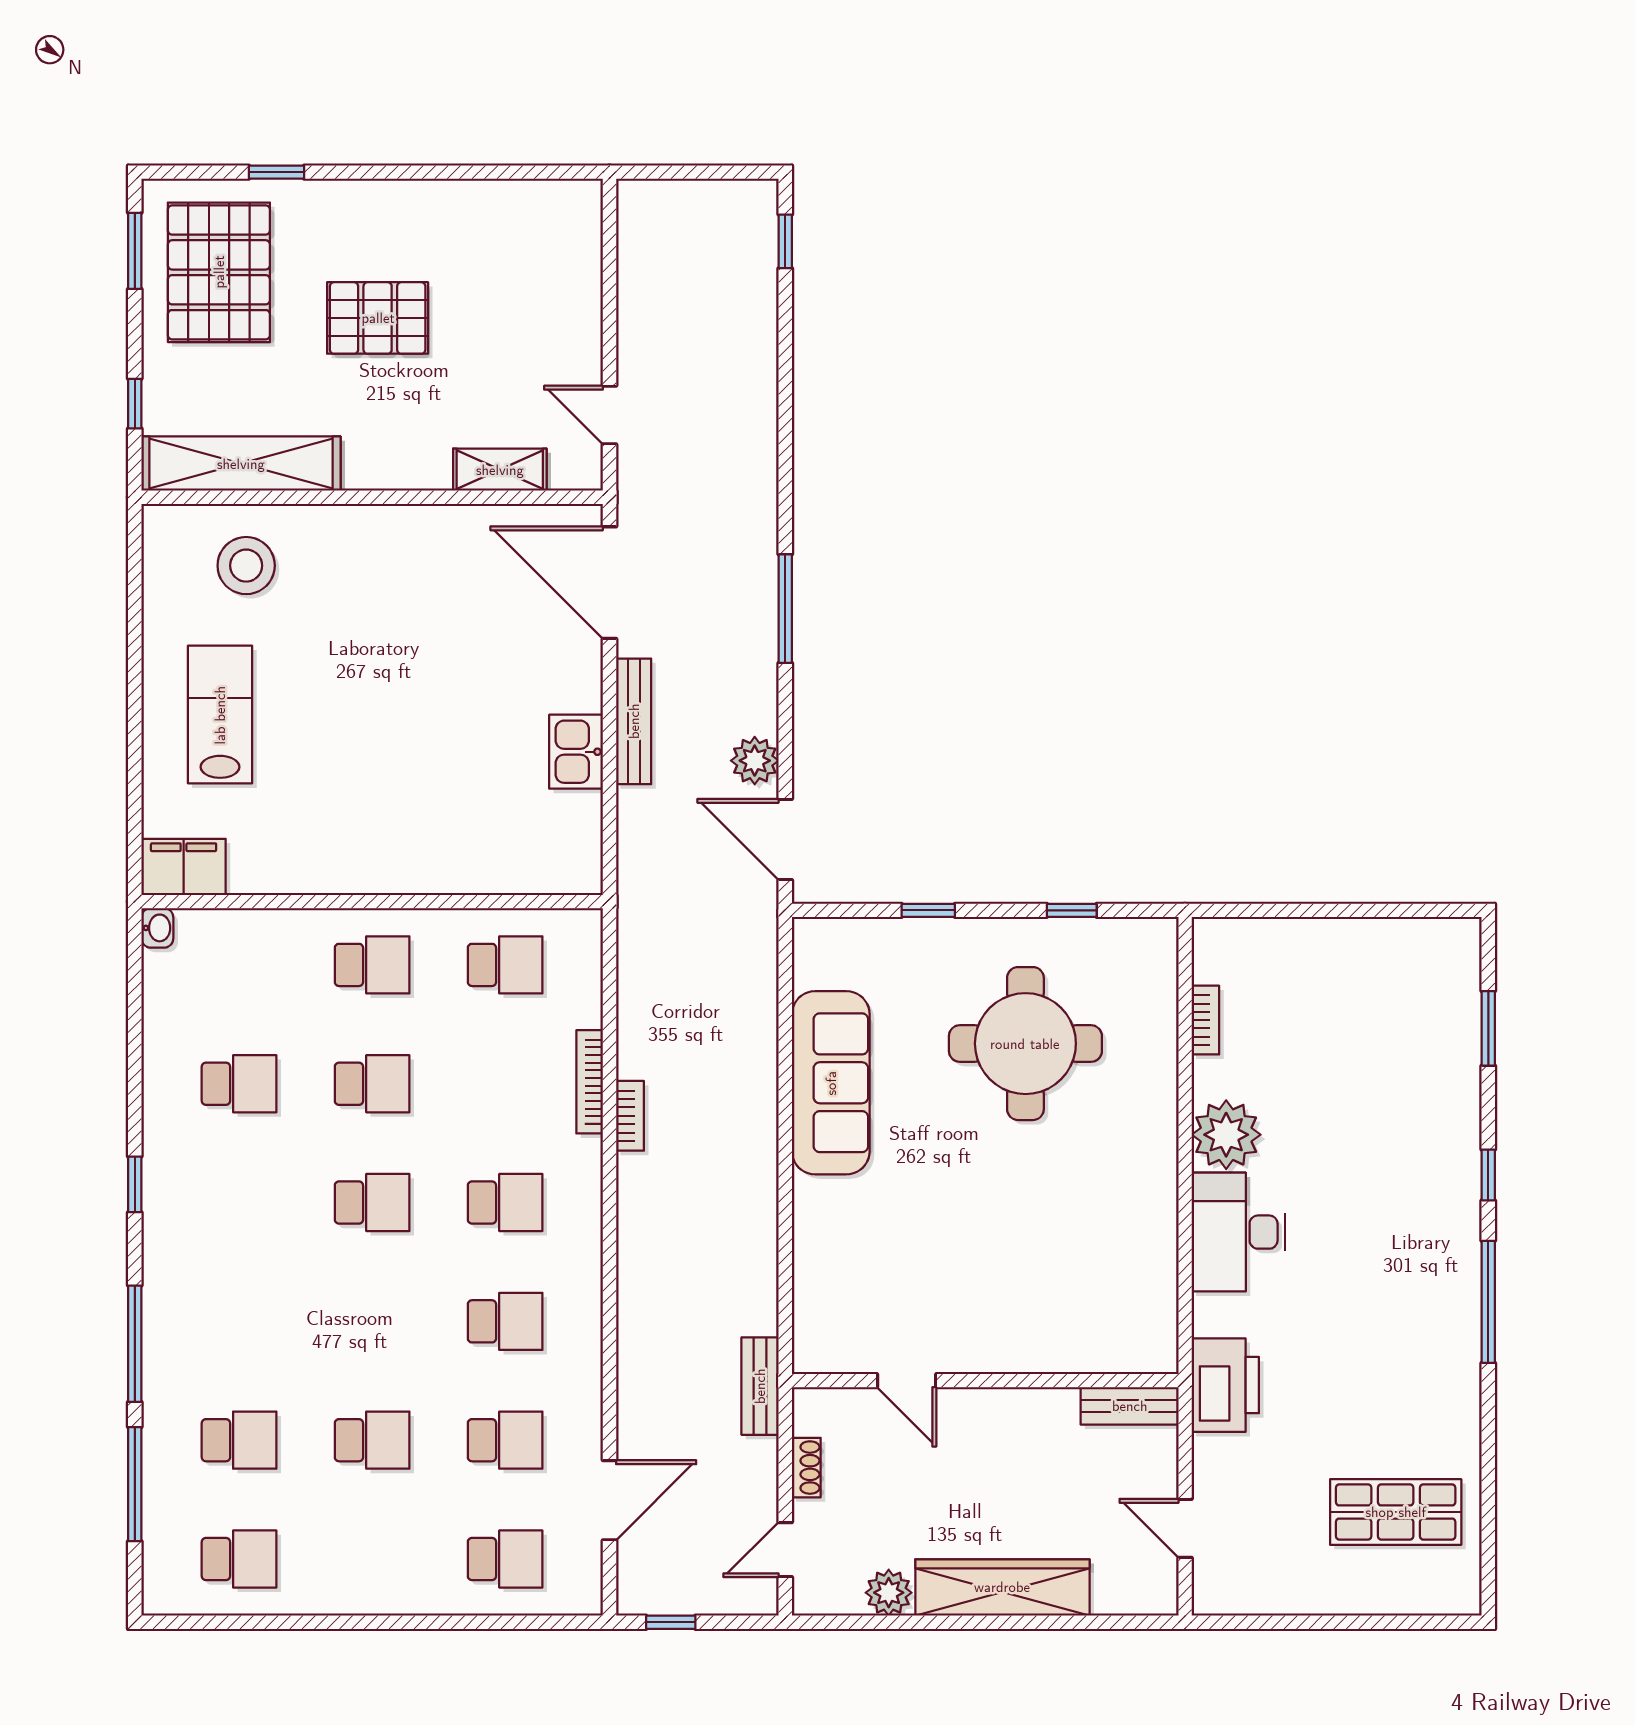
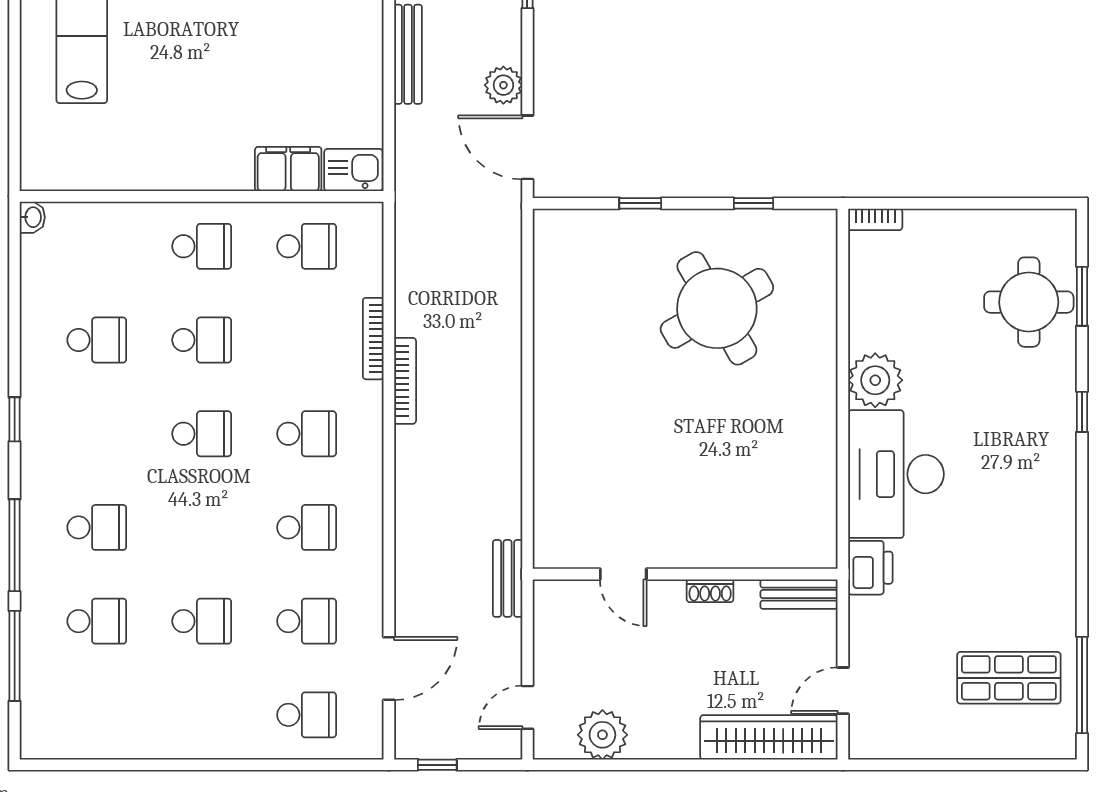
kitchen sink: (576, 752) -> (353, 170), moved, turned 90
filing cabinet: (184, 867) -> (288, 169), moved
bookcase: (1205, 1020) -> (875, 219), moved, turned 90
round table: (1421, 1036) -> (1029, 302), added
round table: (1025, 1044) -> (717, 308), turned -30
sofa: (831, 1083) -> (563, 339), removed
bookcase: (630, 1116) -> (405, 381), width x1.56
desk: (1238, 1232) -> (896, 474), width x1.36, depth x1.30
window: (1488, 1302) -> (1082, 685), moved
printer: (1225, 1385) -> (870, 568), width x0.73, depth x0.84
shoe rack: (806, 1468) -> (710, 591), moved, turned 90
door: (1185, 1528) -> (843, 691), hinge flipped
school desk: (239, 1559) -> (97, 527), moved
wardrobe: (1002, 1587) -> (769, 737), moved
plant: (889, 1593) -> (602, 735), width x1.36, depth x1.36

